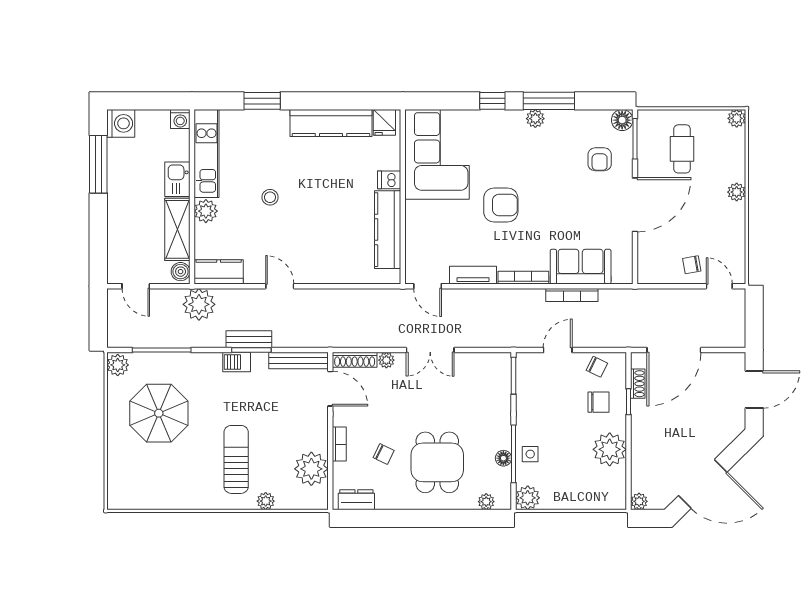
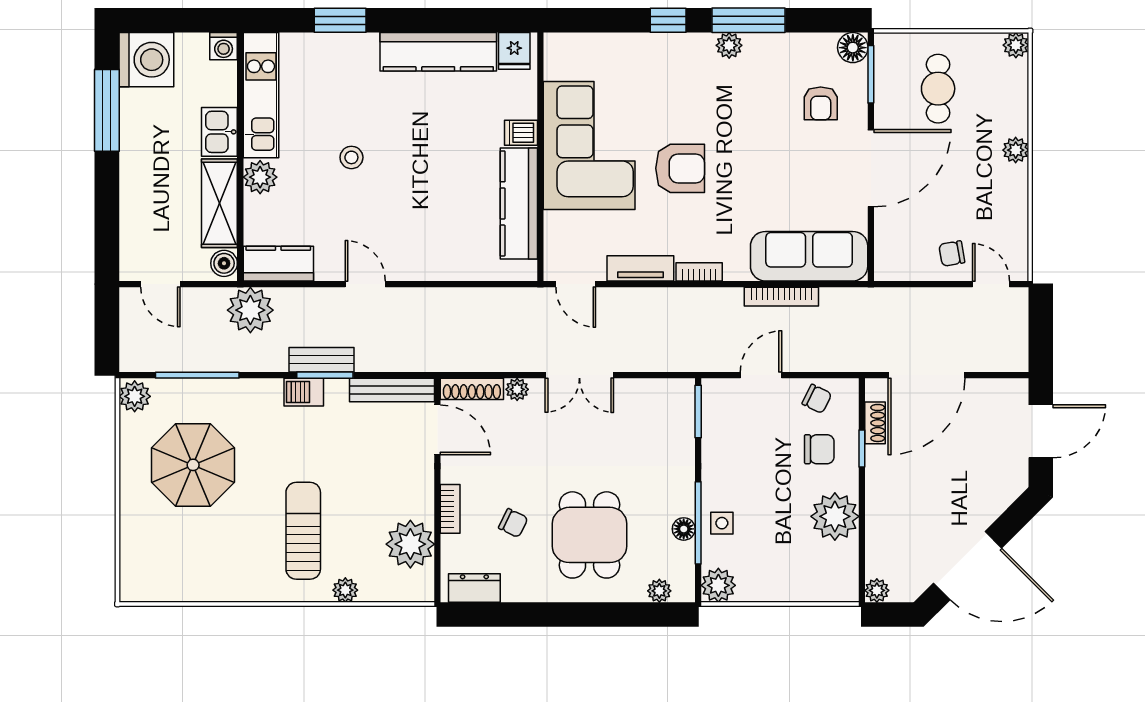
washing machine: (121, 123) -> (146, 60), width x1.37, depth x1.37
corner sofa: (437, 154) -> (589, 146), moved
sofa: (581, 267) -> (809, 256), width x1.36
bookcase: (523, 278) -> (699, 272), width x0.64

